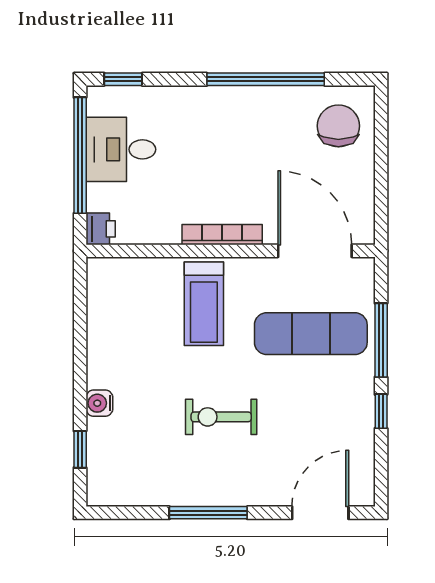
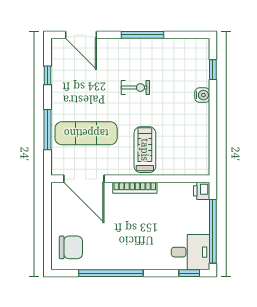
chair: (338, 126) -> (71, 247), turned -90
desk: (121, 149) -> (191, 252), moved
window: (381, 411) -> (47, 75), moved
exercise bike: (221, 417) -> (135, 87), width x0.73, depth x0.72
door: (320, 513) -> (81, 35), hinge flipped

